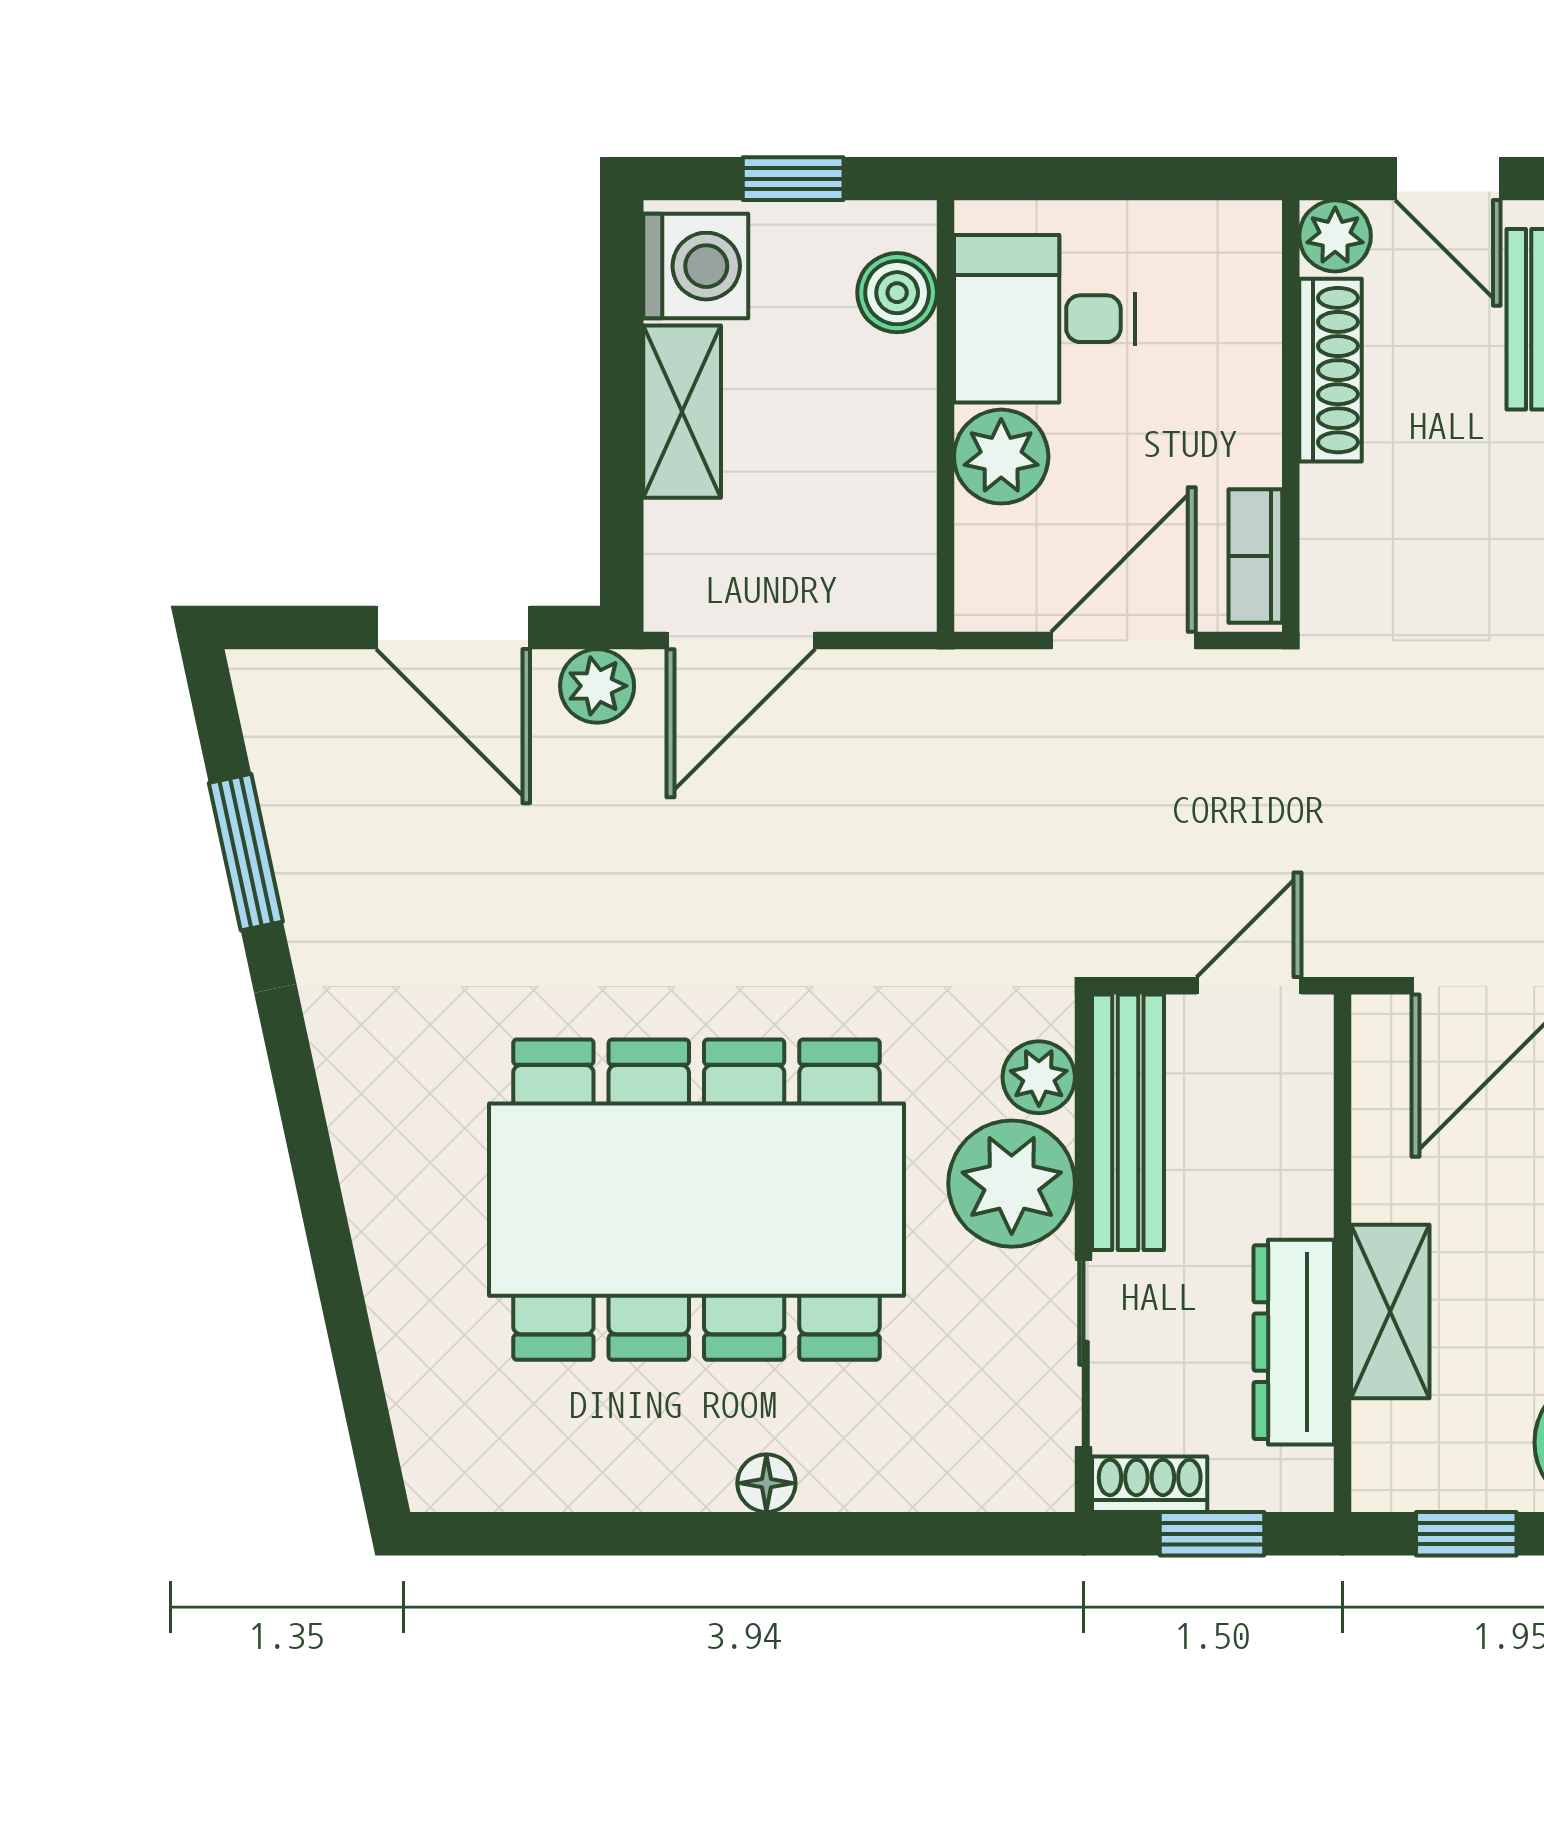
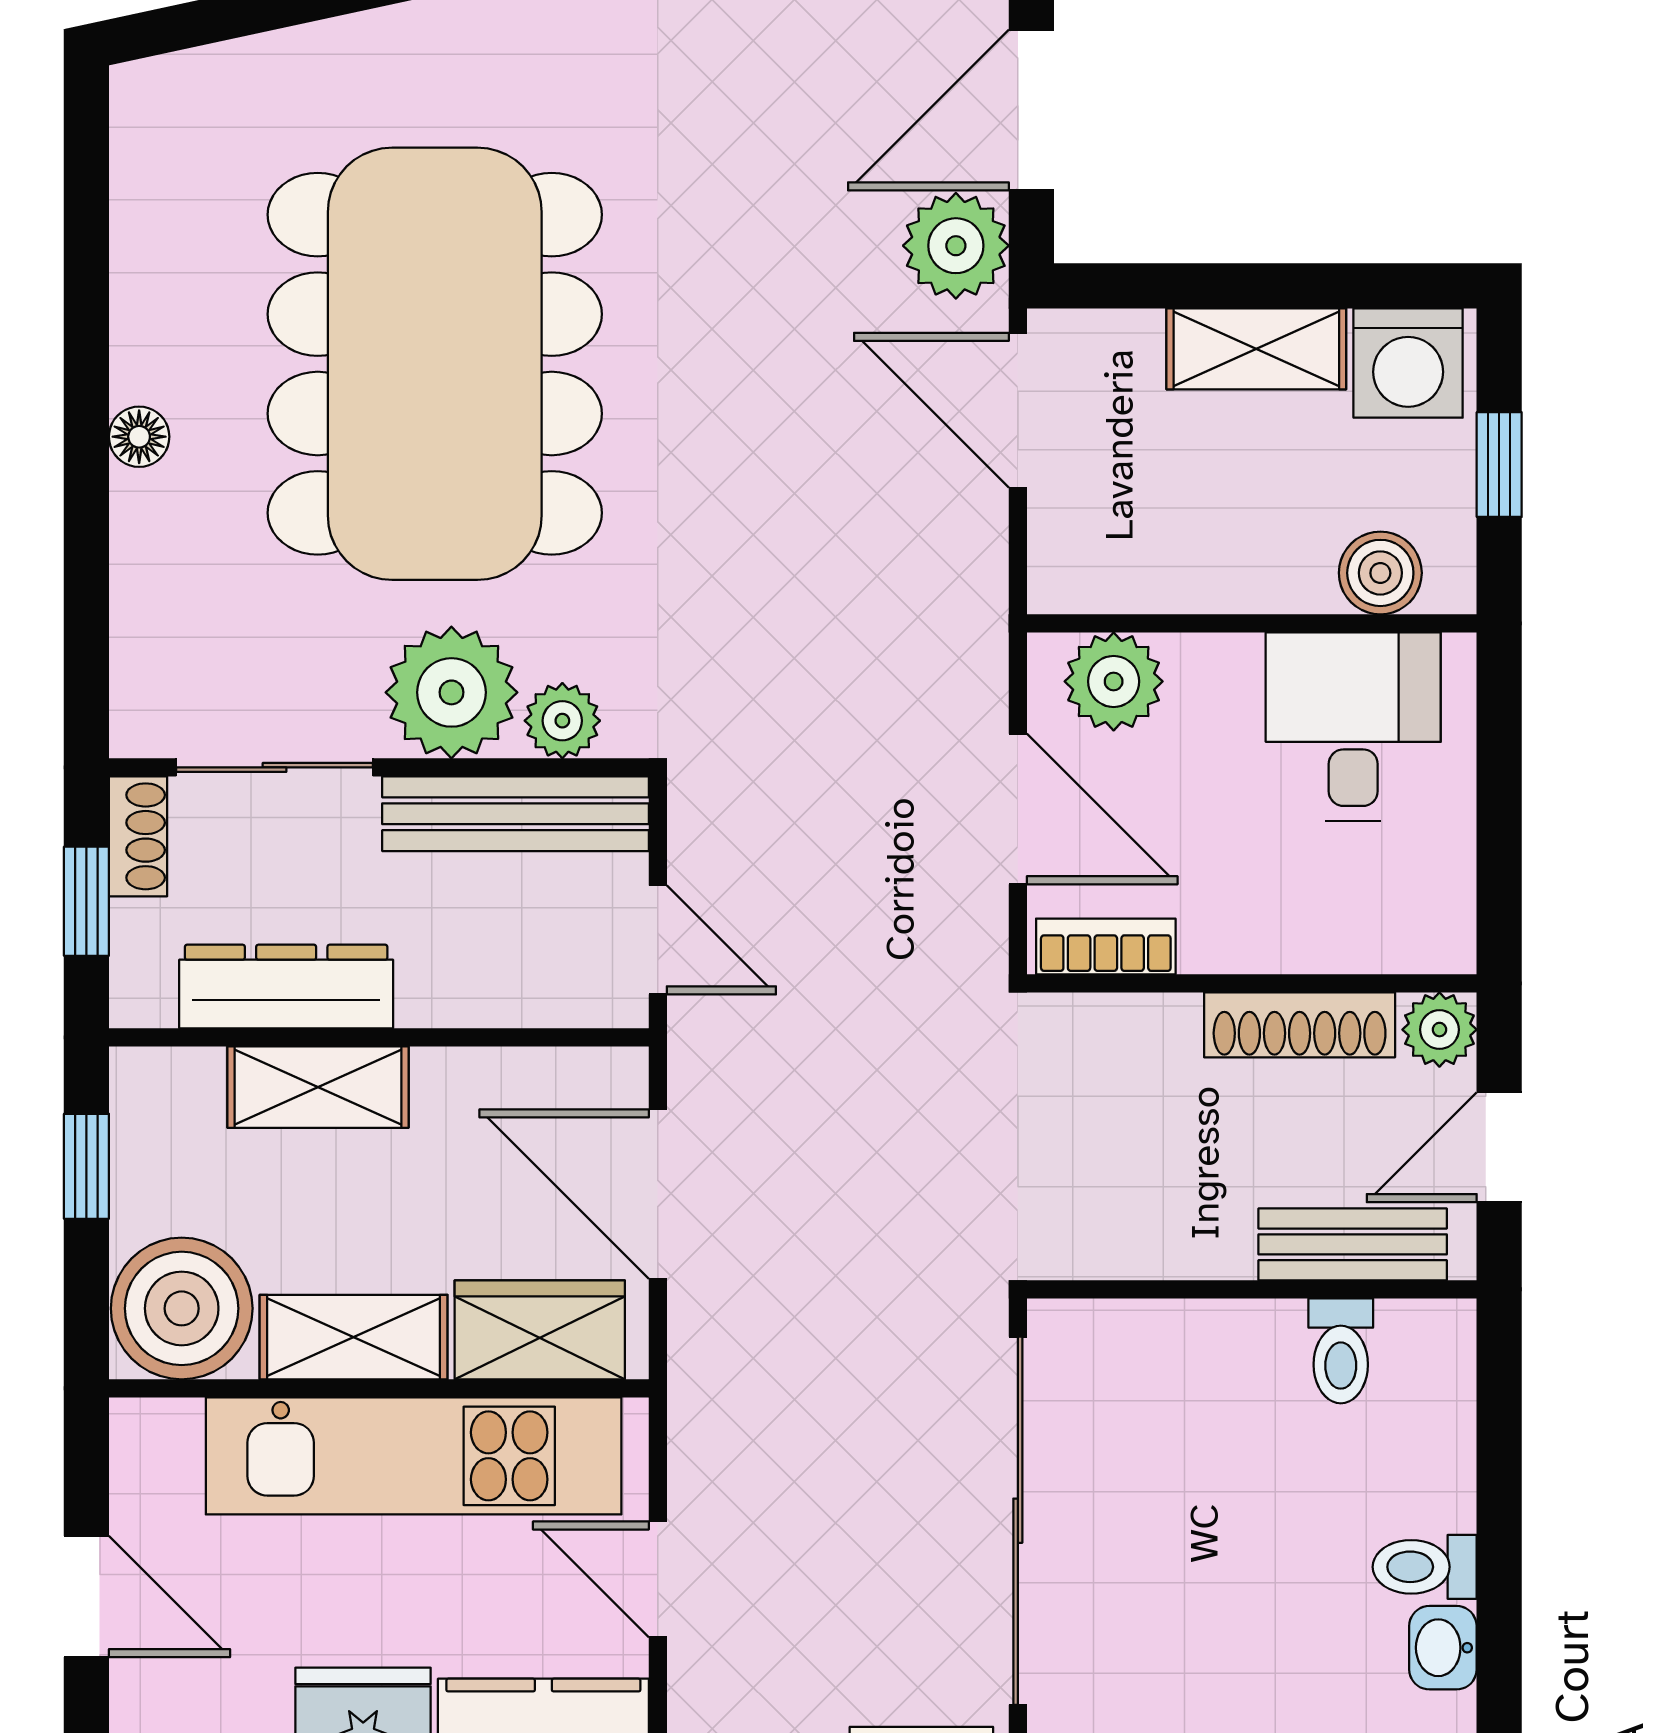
plant: (1001, 457) -> (1114, 681), moved
plant: (597, 686) -> (956, 246), width x1.38, depth x1.38

